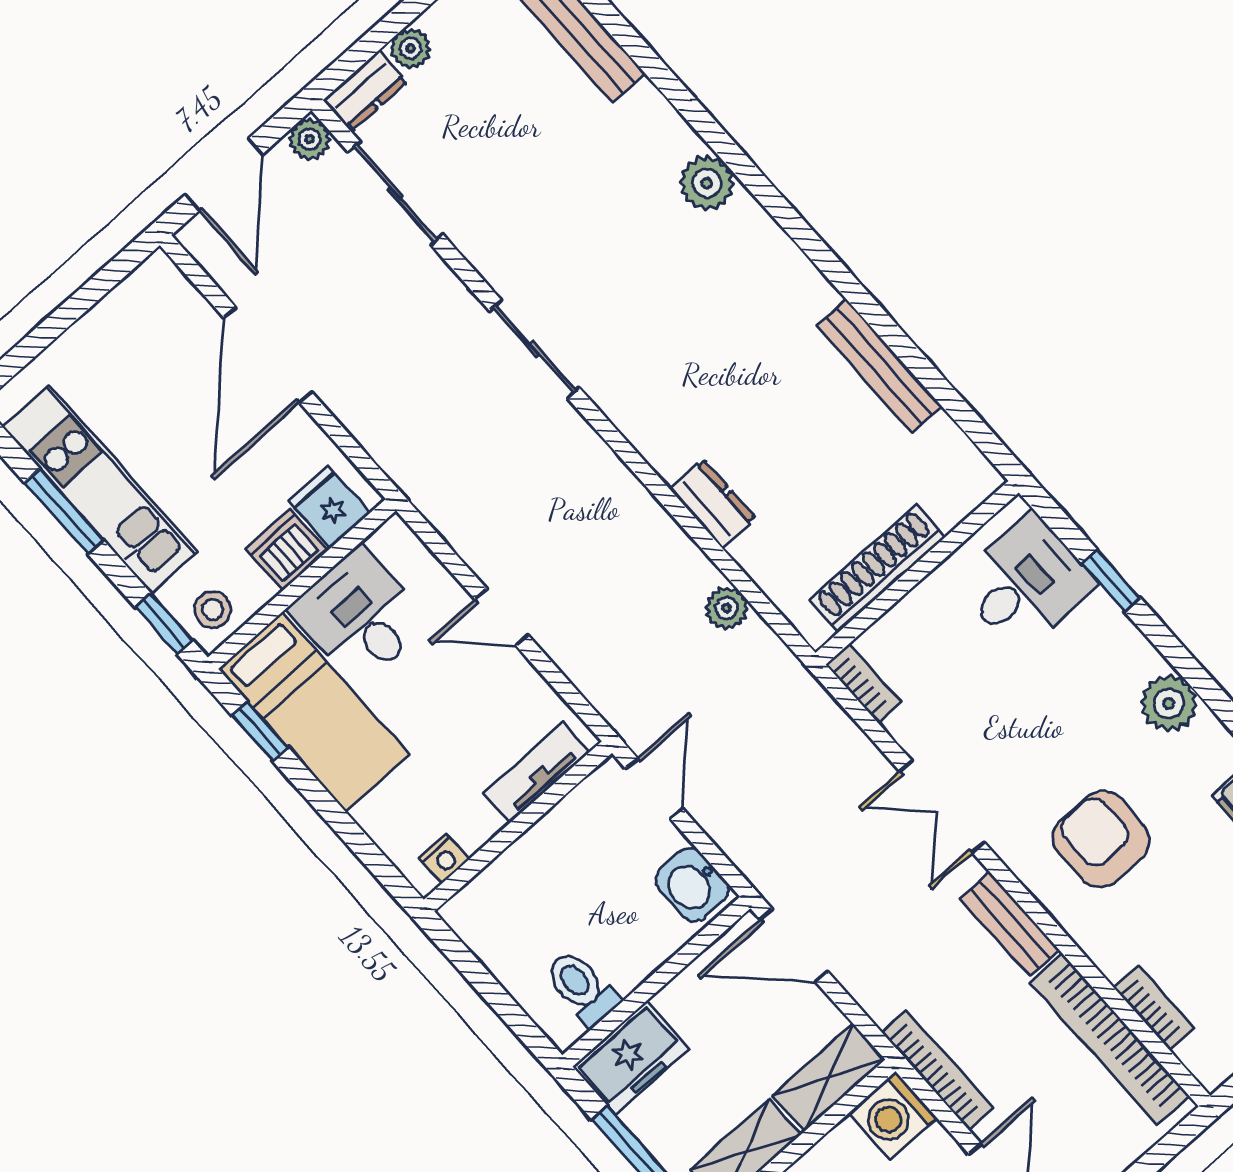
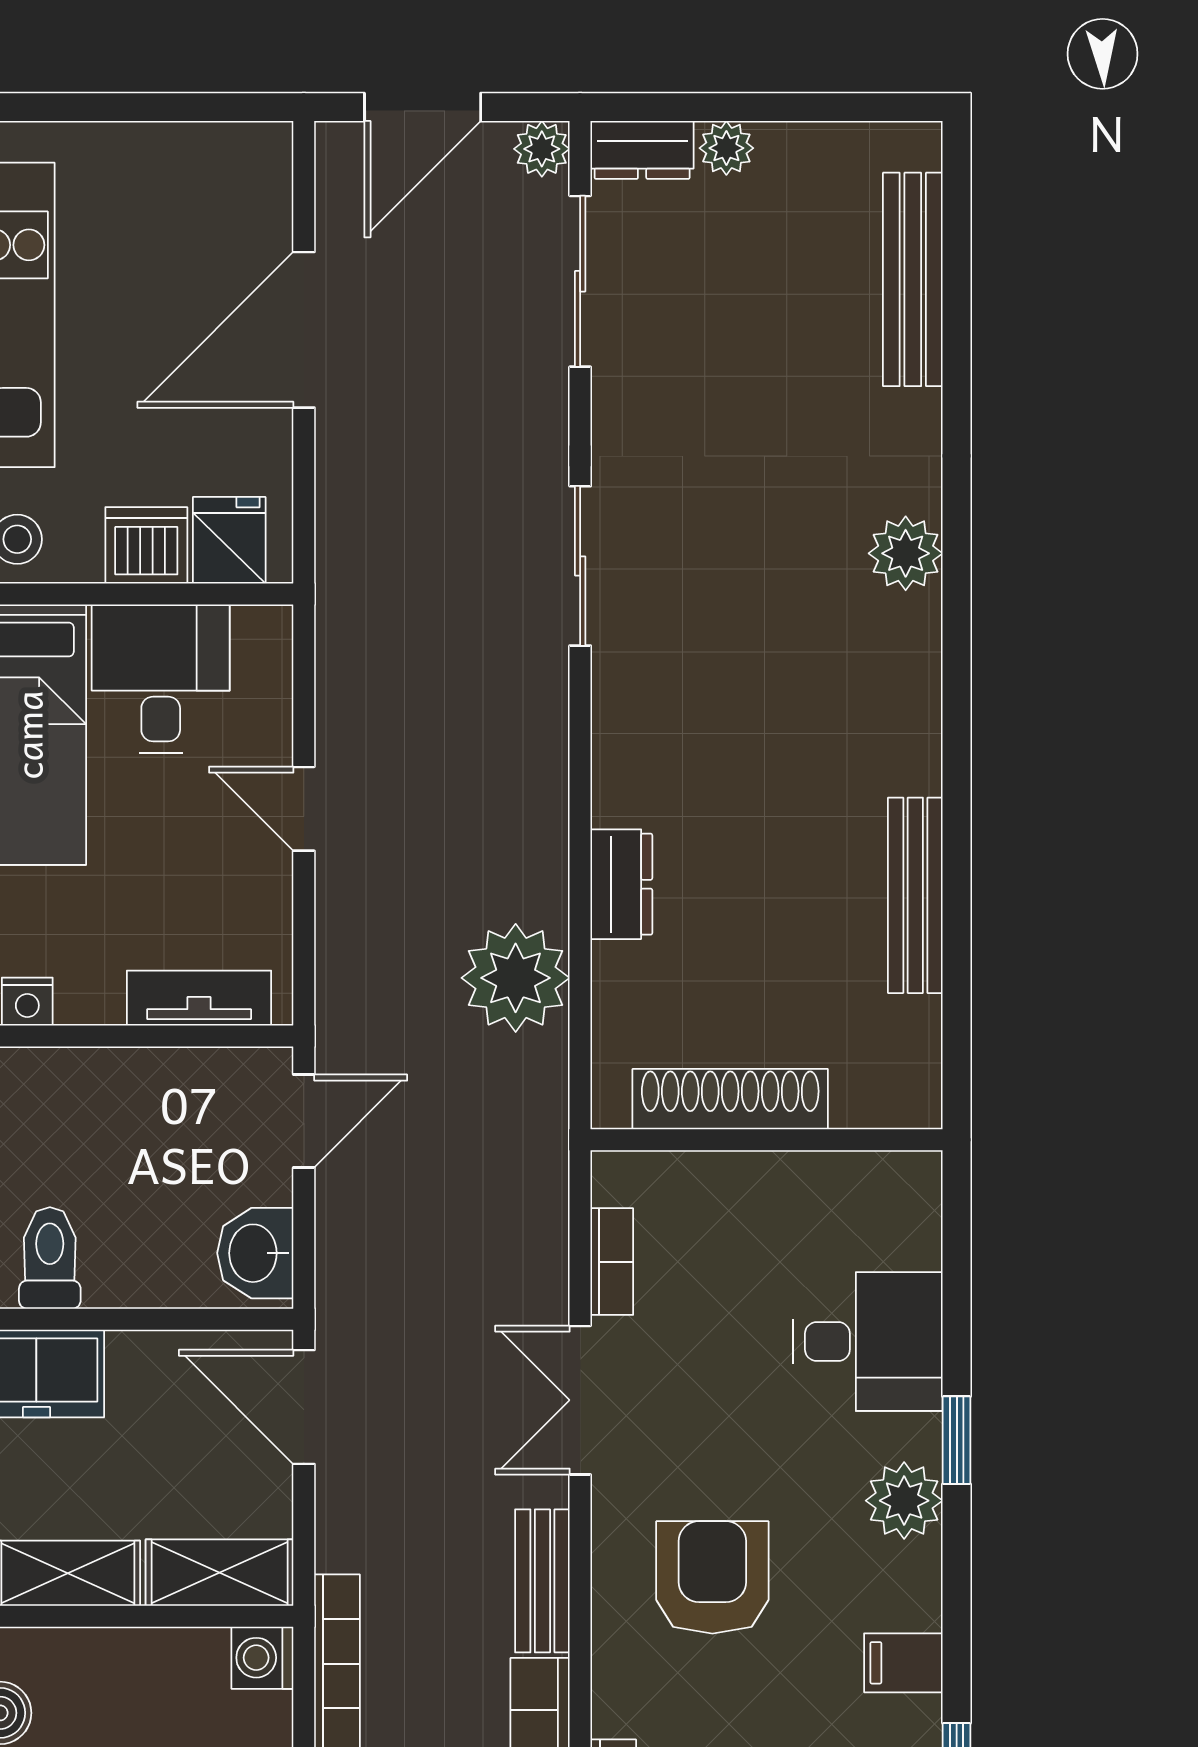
window: (1111, 581) -> (957, 1440), moved
desk: (1026, 583) -> (868, 1342), moved
plant: (727, 608) -> (516, 978), width x1.88, depth x1.88
bookcase: (863, 683) -> (612, 1262), moved
washing machine: (893, 1115) -> (262, 1658), width x0.73, depth x0.73

